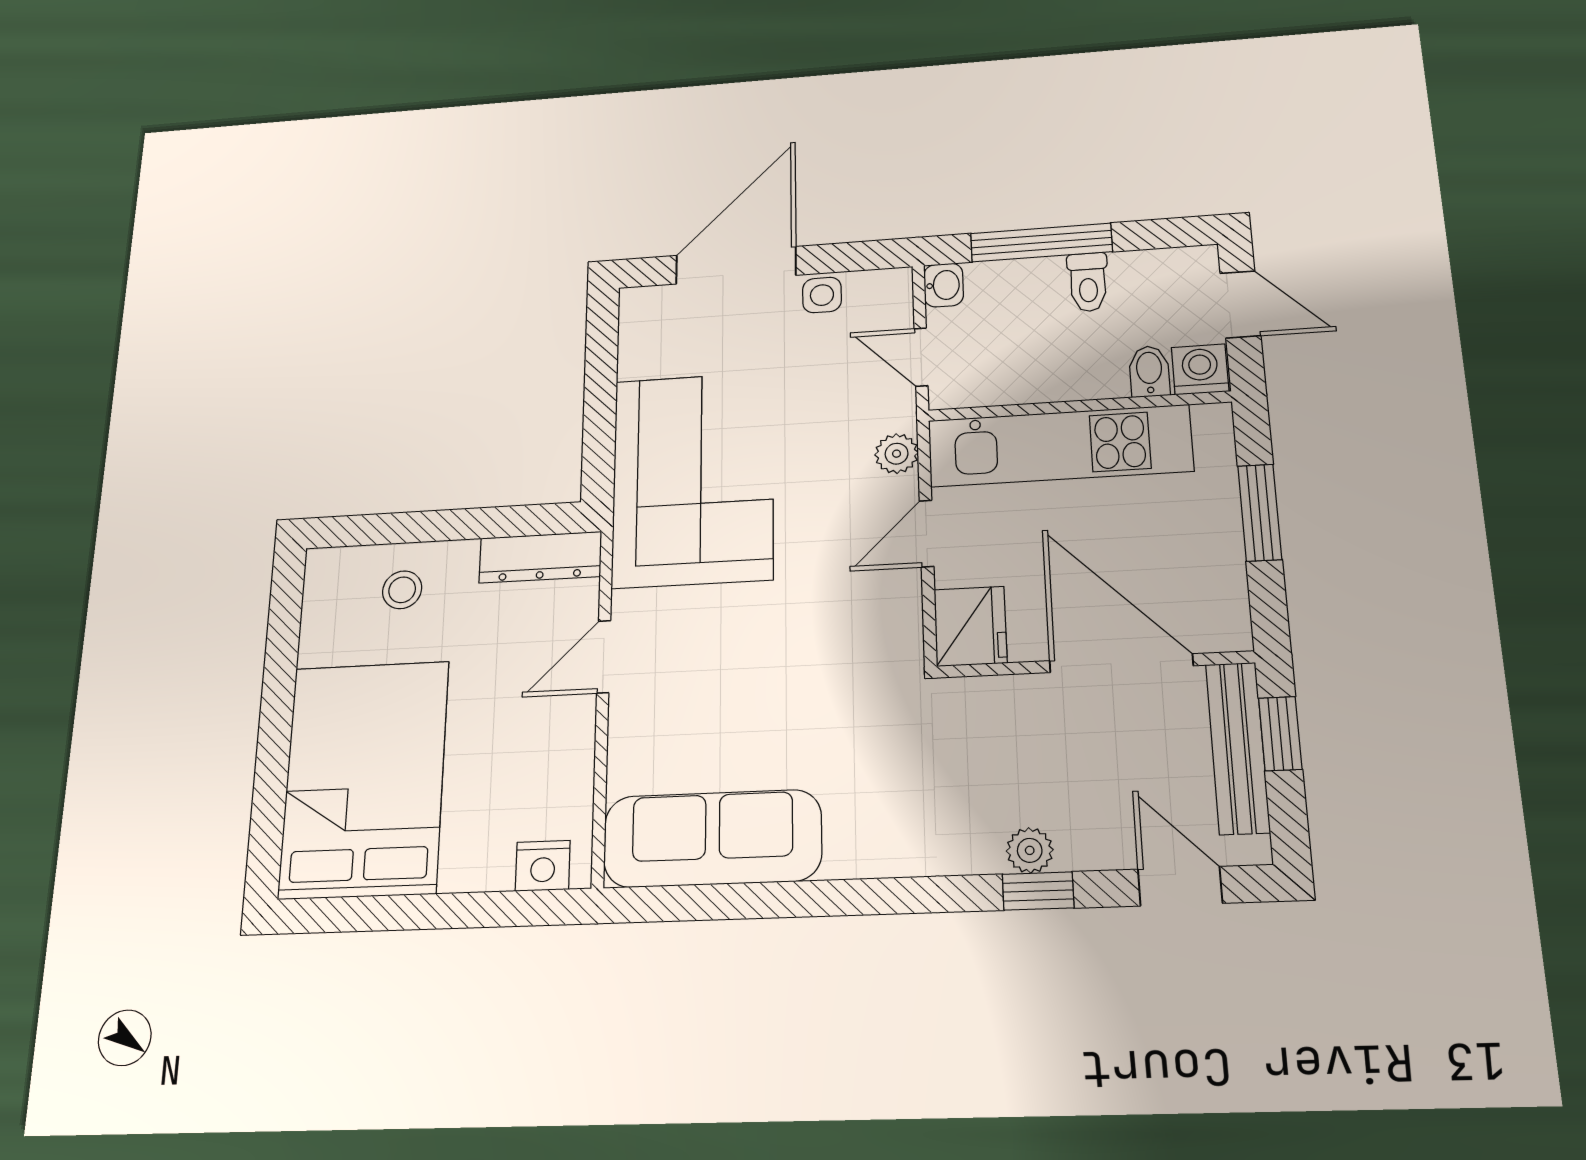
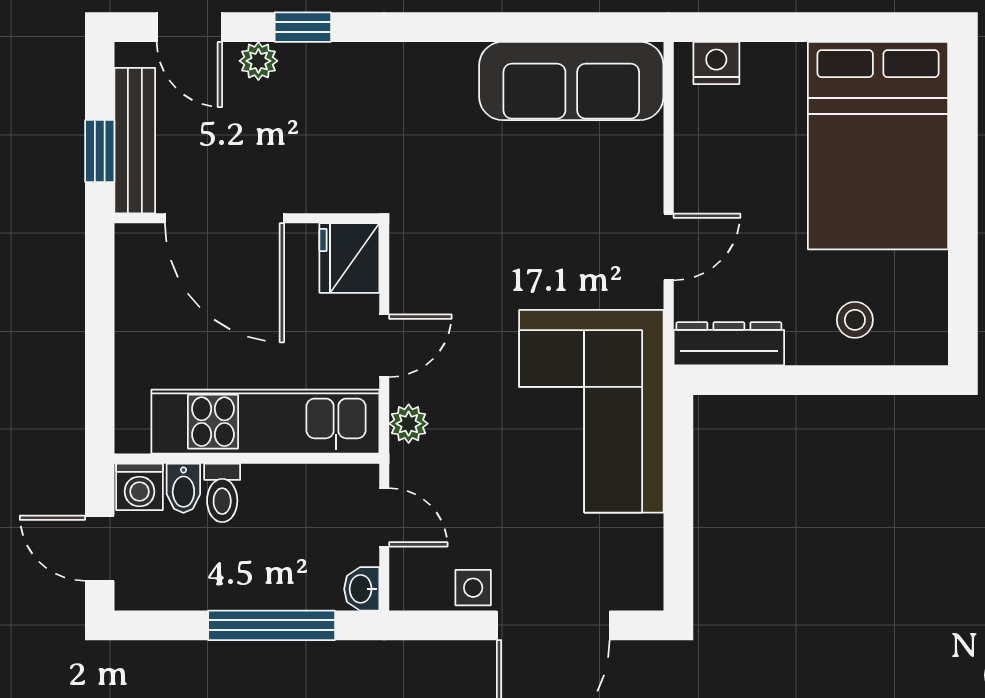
toilet: (1088, 282) -> (222, 493), moved, turned 180
window: (1260, 513) -> (100, 348), removed
plant: (1030, 850) -> (258, 61), moved

